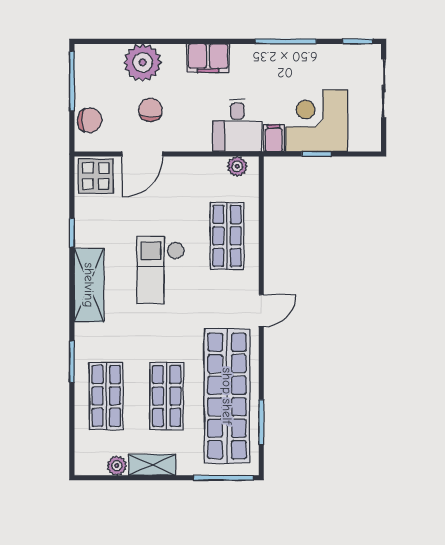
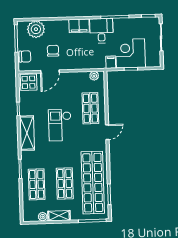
plant: (143, 62) -> (36, 29), moved
desk: (237, 125) -> (101, 31), moved, turned 180
door: (261, 311) -> (107, 132), moved

